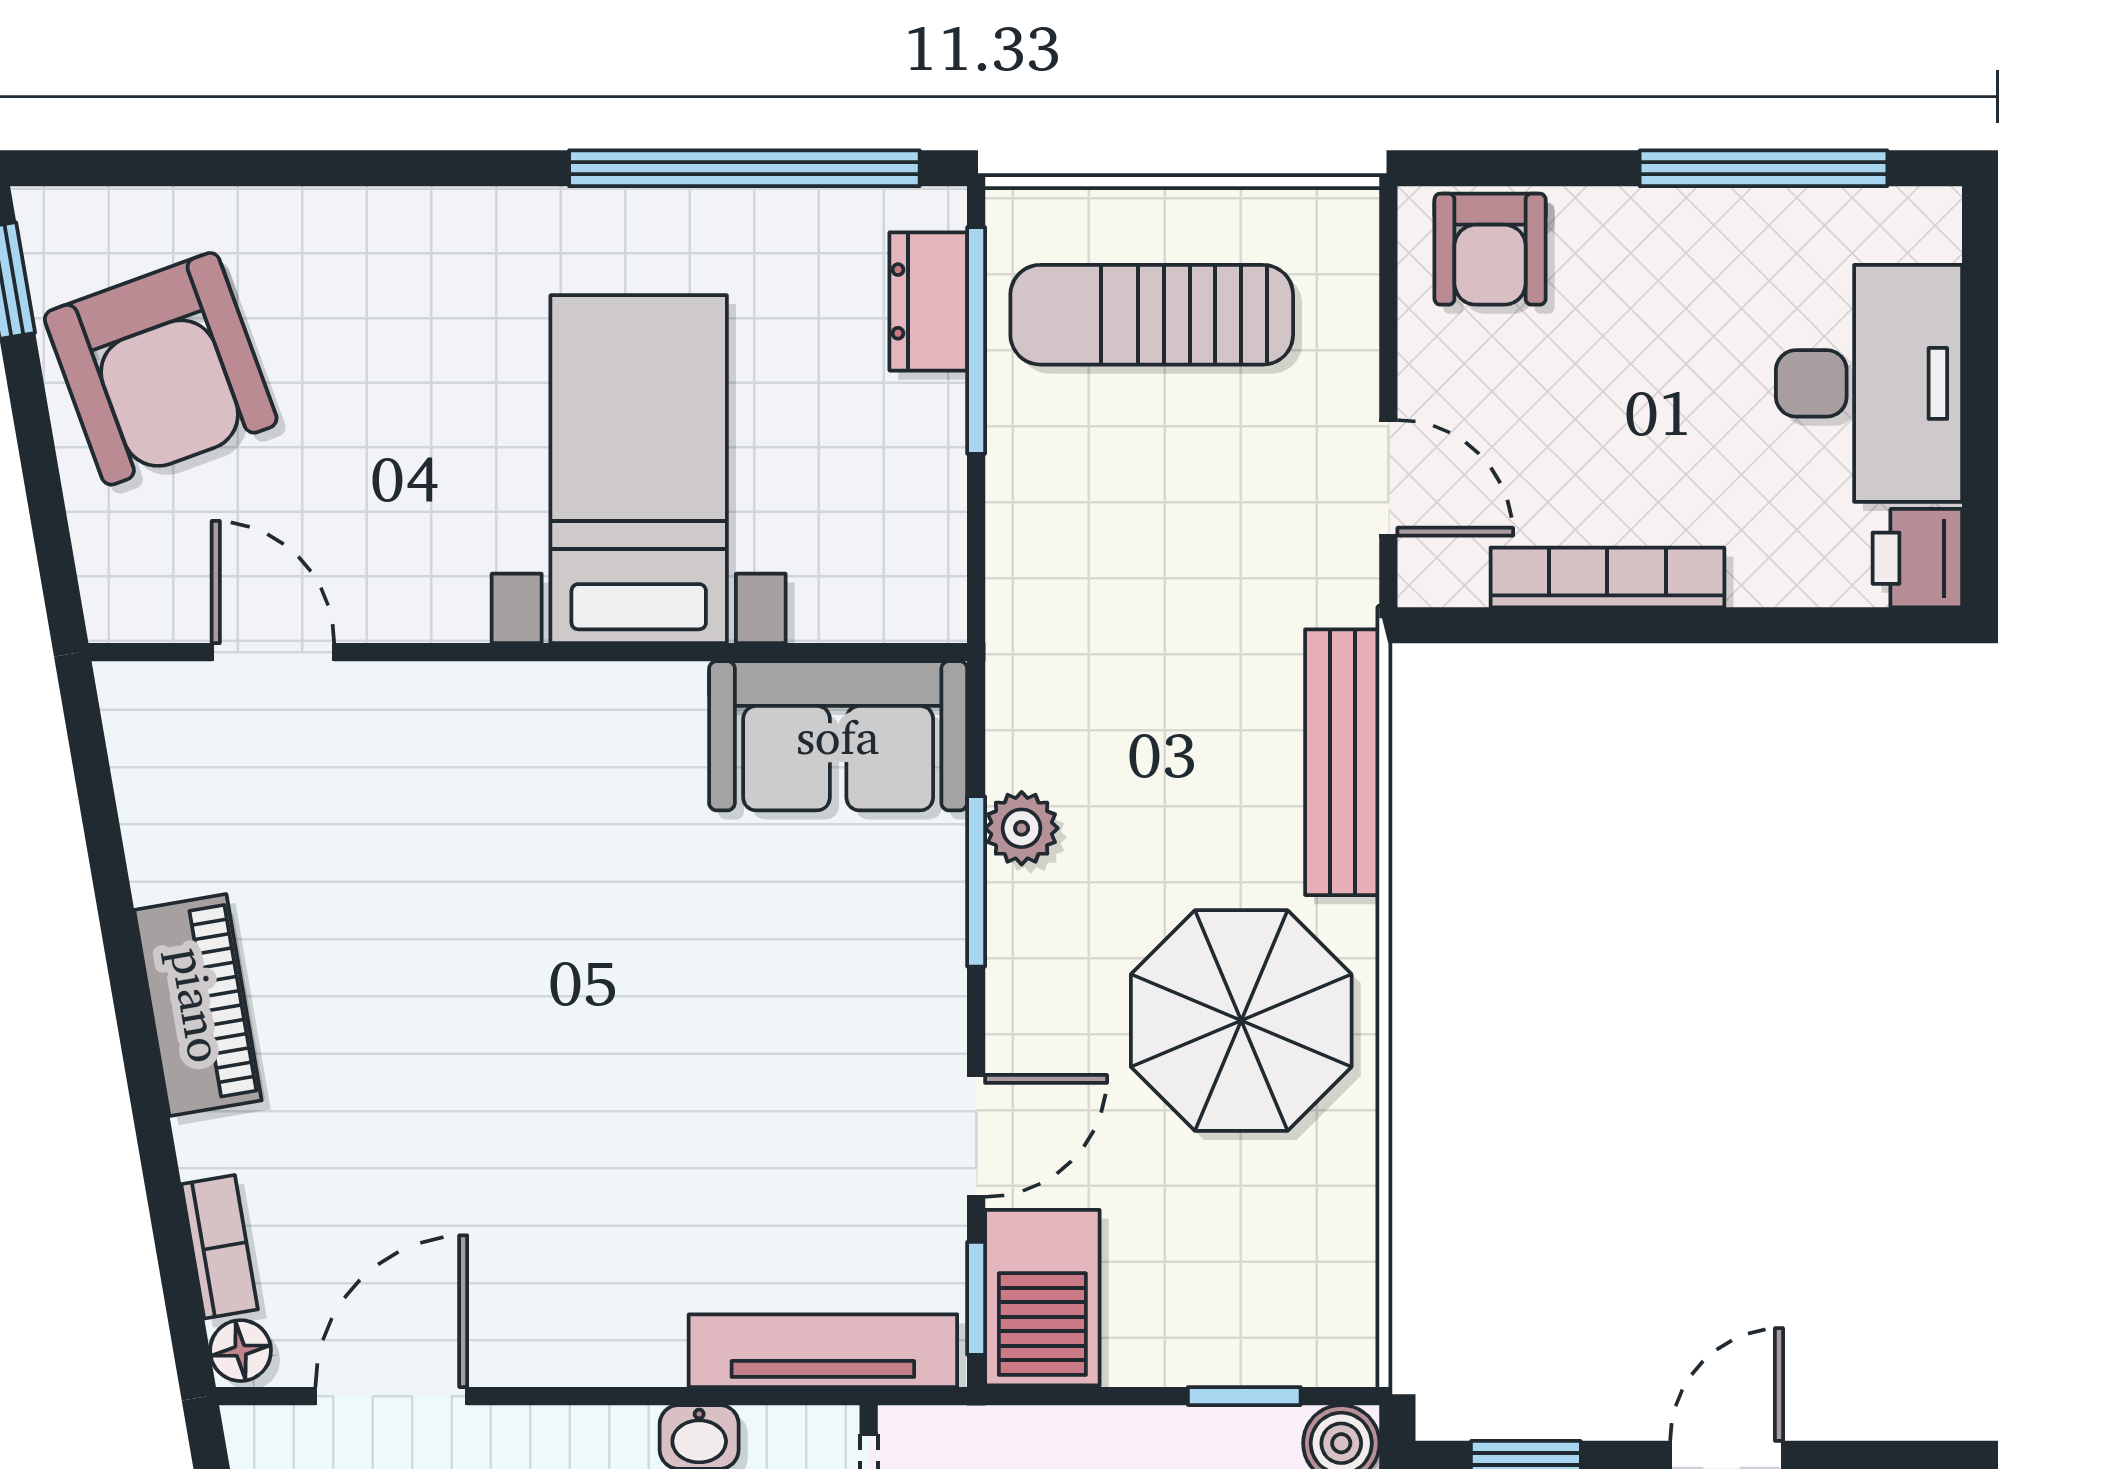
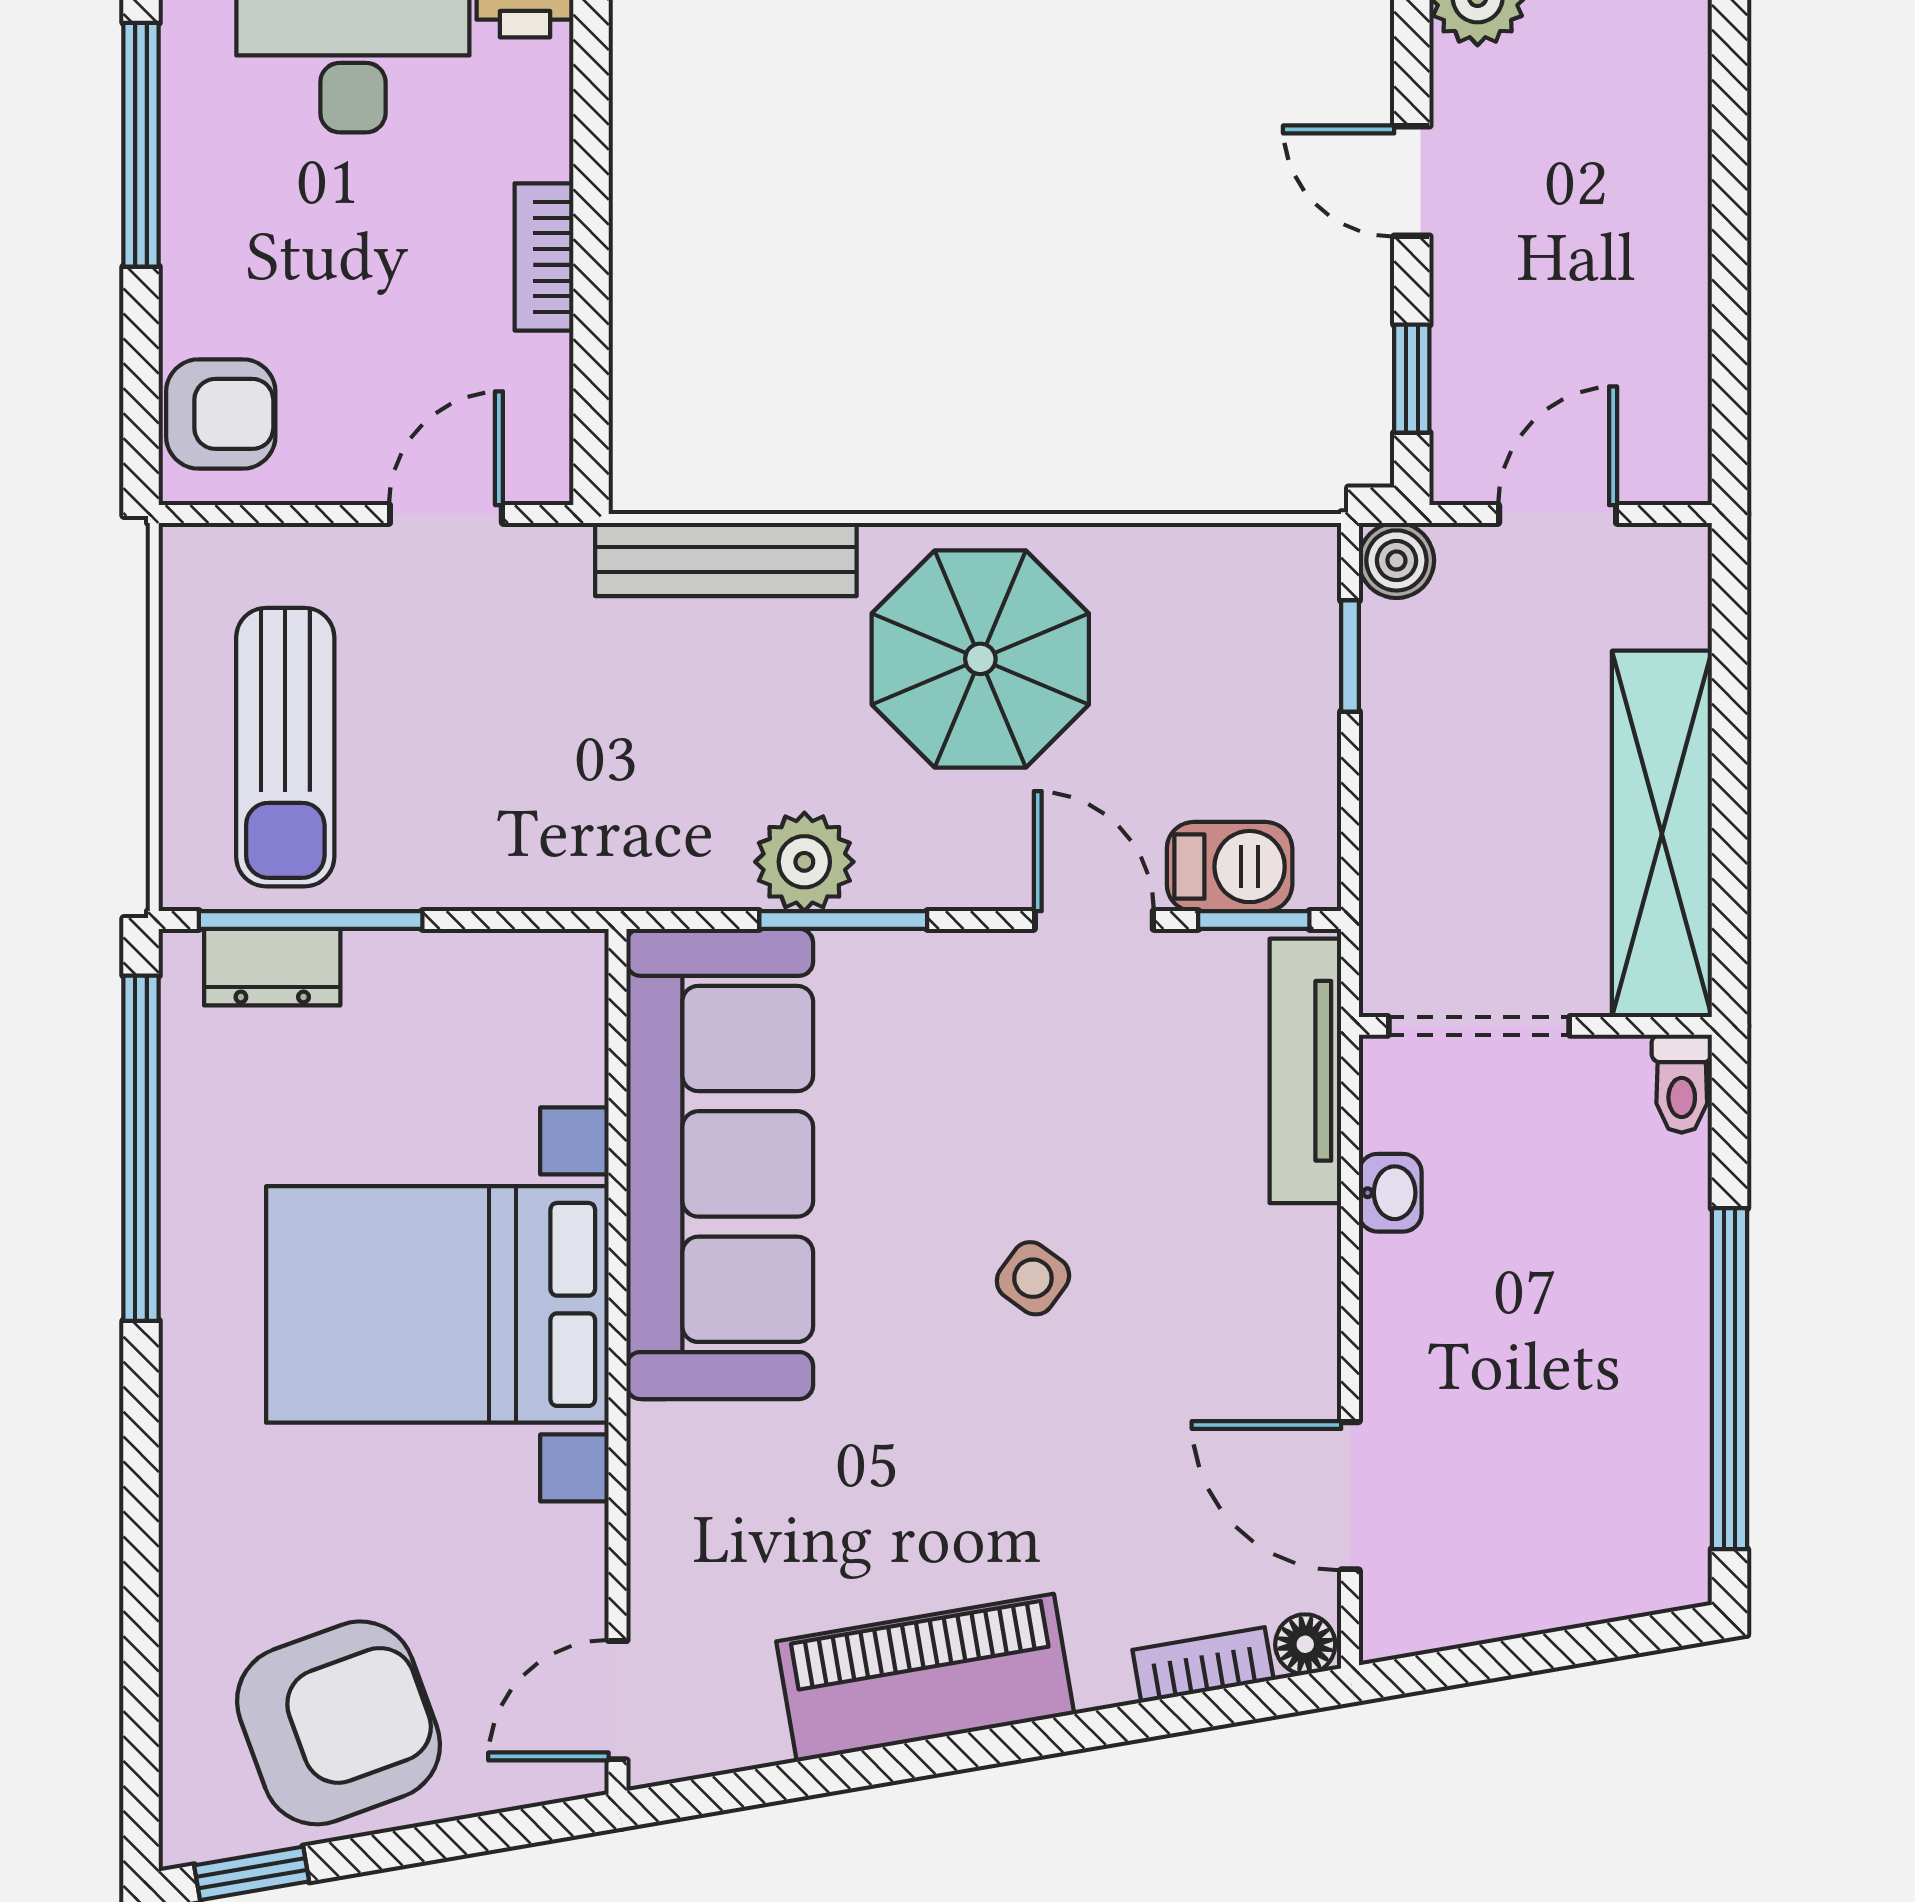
bed with nightstands: (639, 469) -> (437, 1304), width x1.36
bookcase: (1607, 577) -> (544, 257), width x0.64
door: (273, 652) -> (618, 1700), moved
sofa: (838, 736) -> (720, 1164), width x1.85, depth x1.27
plant: (1022, 828) -> (804, 862), width x1.38, depth x1.38
piano: (198, 1005) -> (925, 1678), width x1.37, depth x1.33
side table: (612, 1074) -> (1033, 1278), added
barbecue: (1042, 1298) -> (1230, 867), width x0.73, depth x0.79

